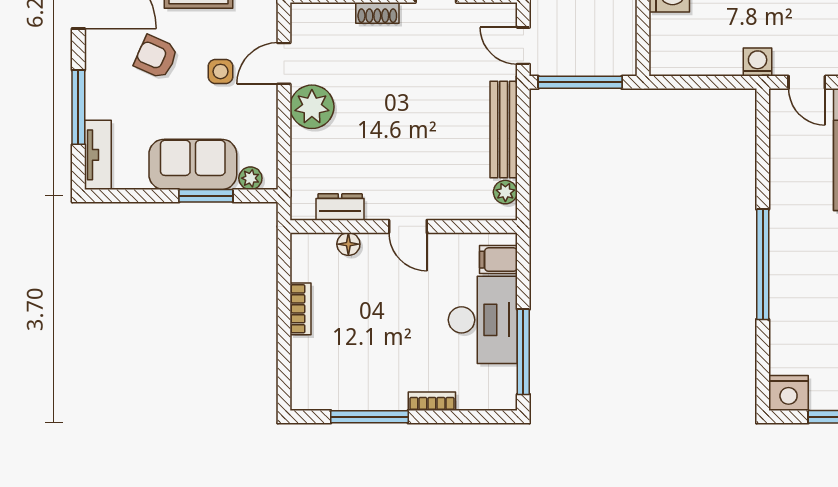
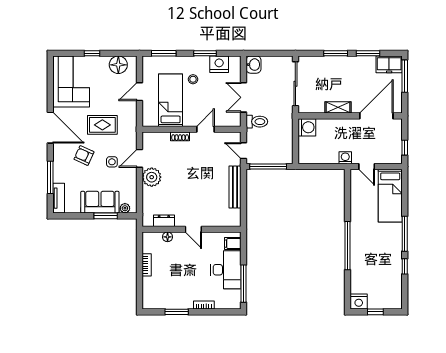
plant: (505, 192) -> (236, 214), removed
window: (369, 417) -> (177, 312), width x0.69

